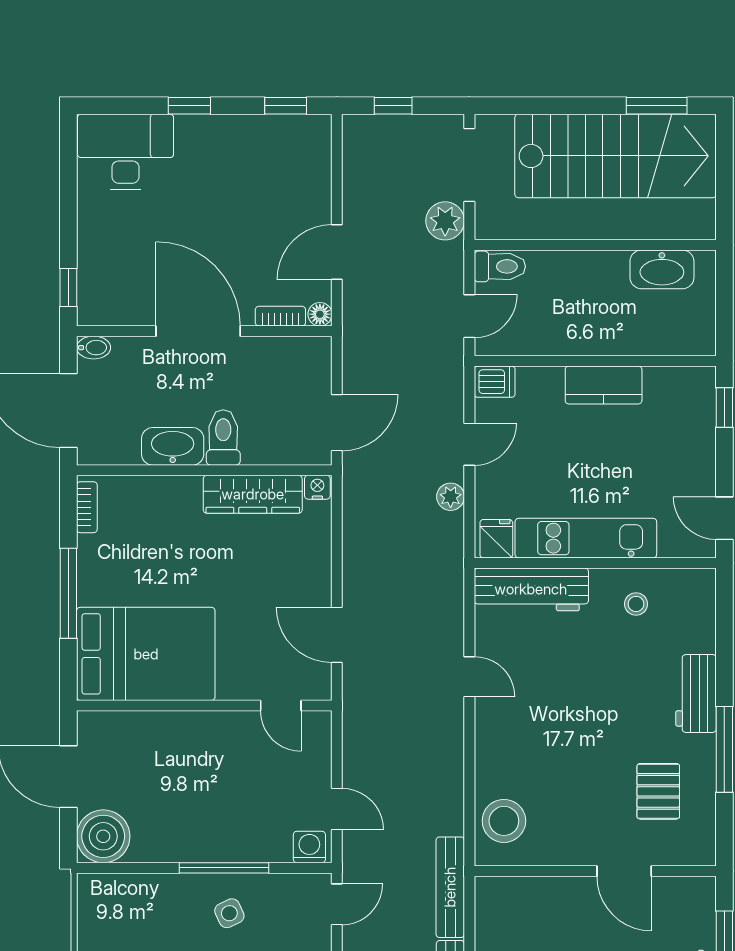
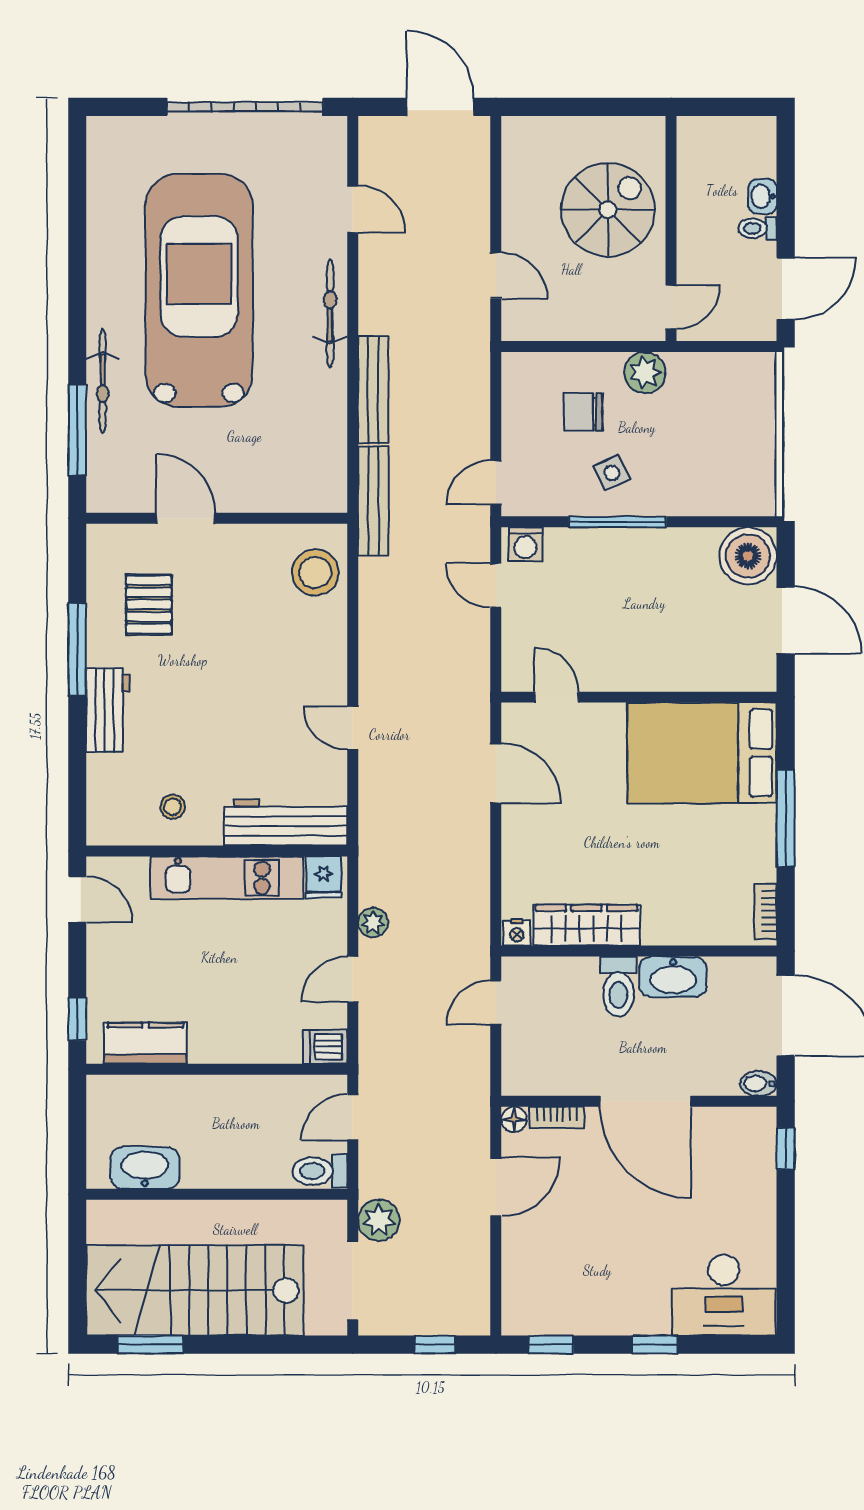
kitchen counter: (604, 385) -> (145, 1043), moved
door: (337, 423) -> (496, 1002), width x0.73

